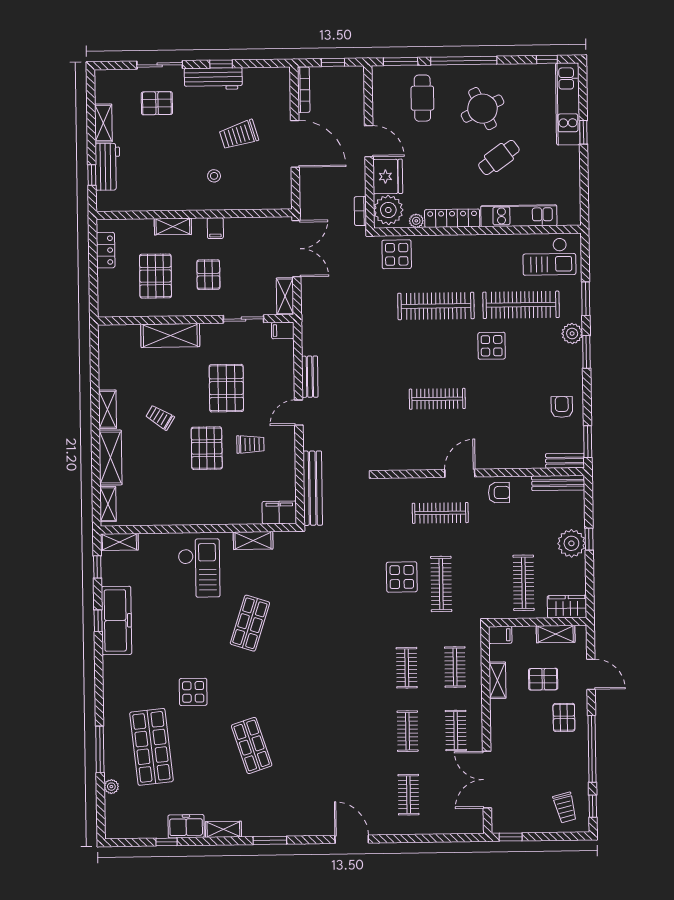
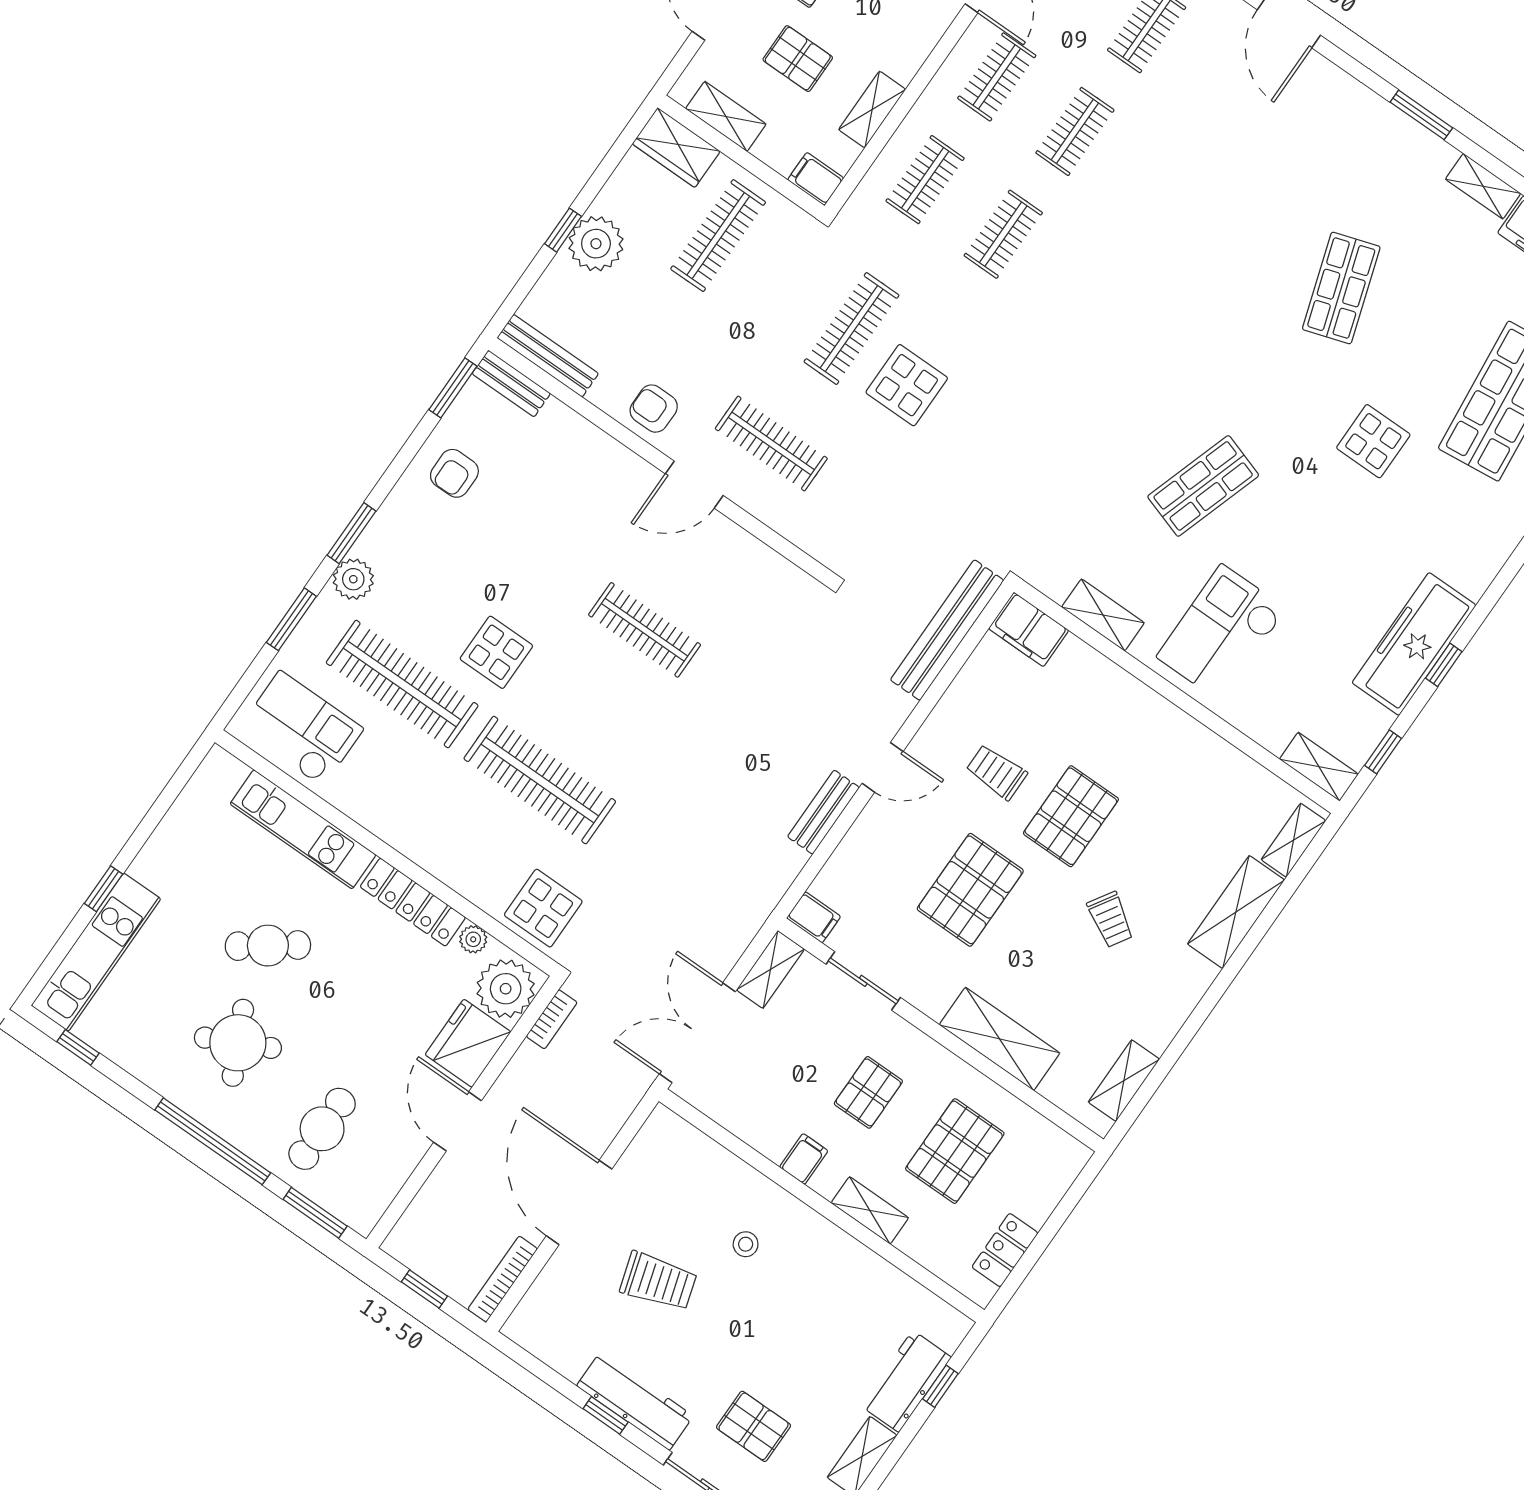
shelving: (108, 409) -> (1124, 1081), moved

